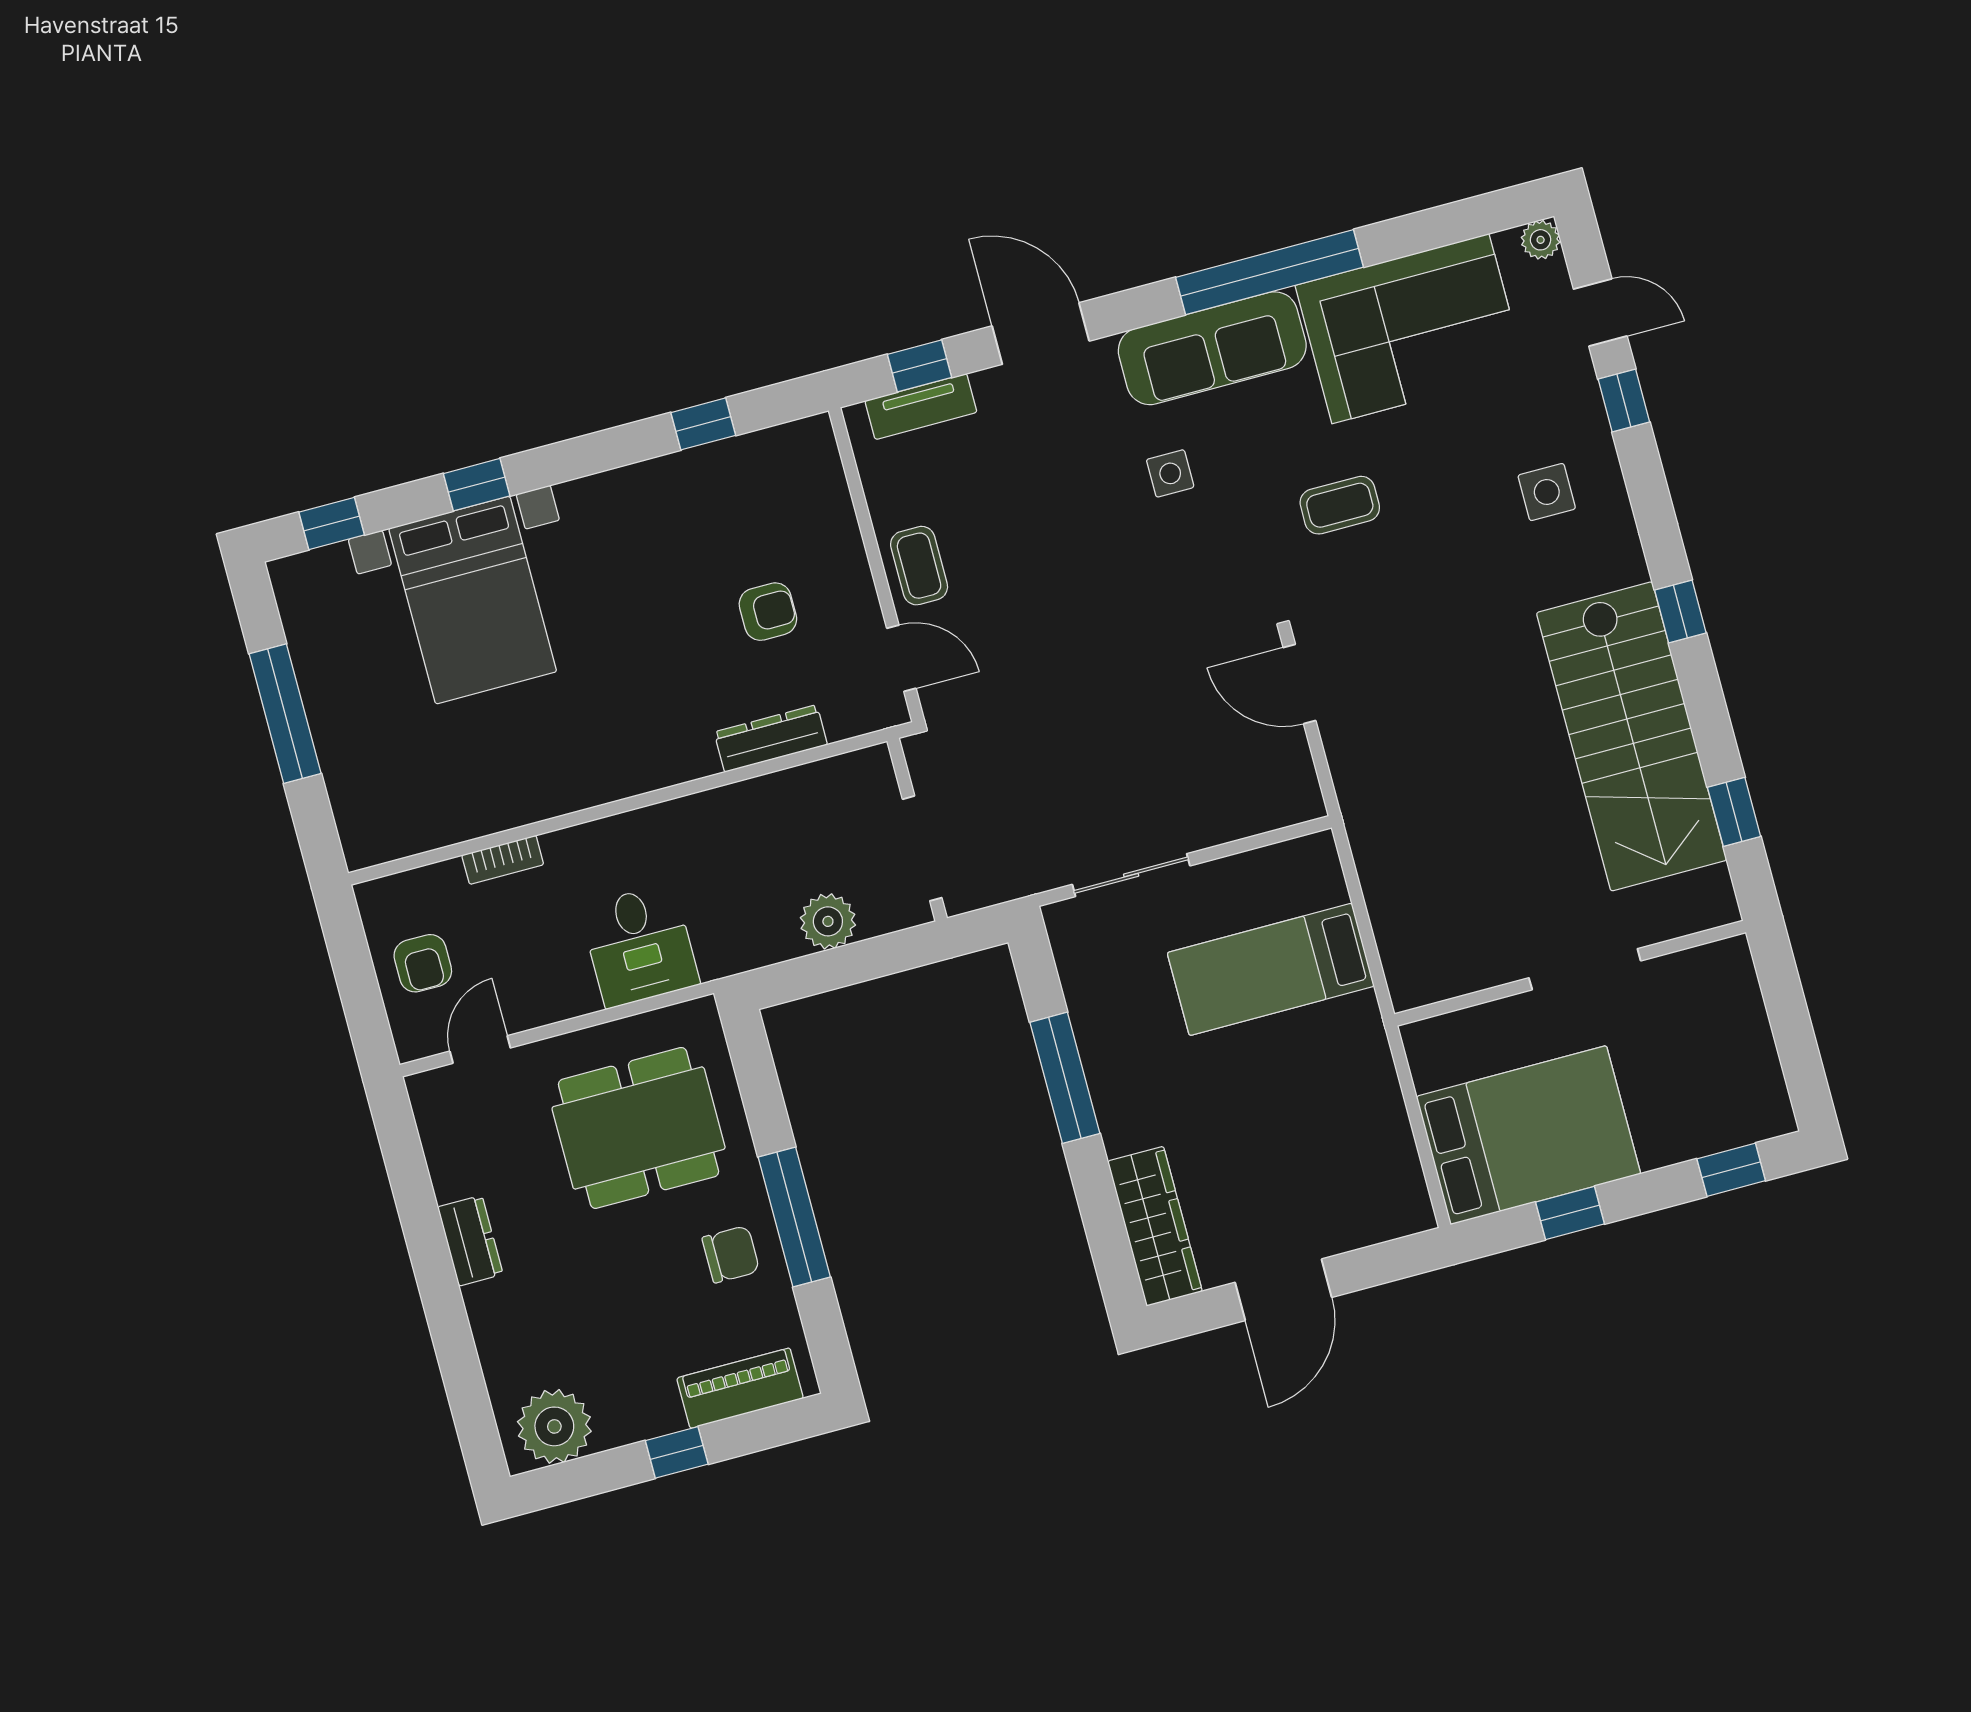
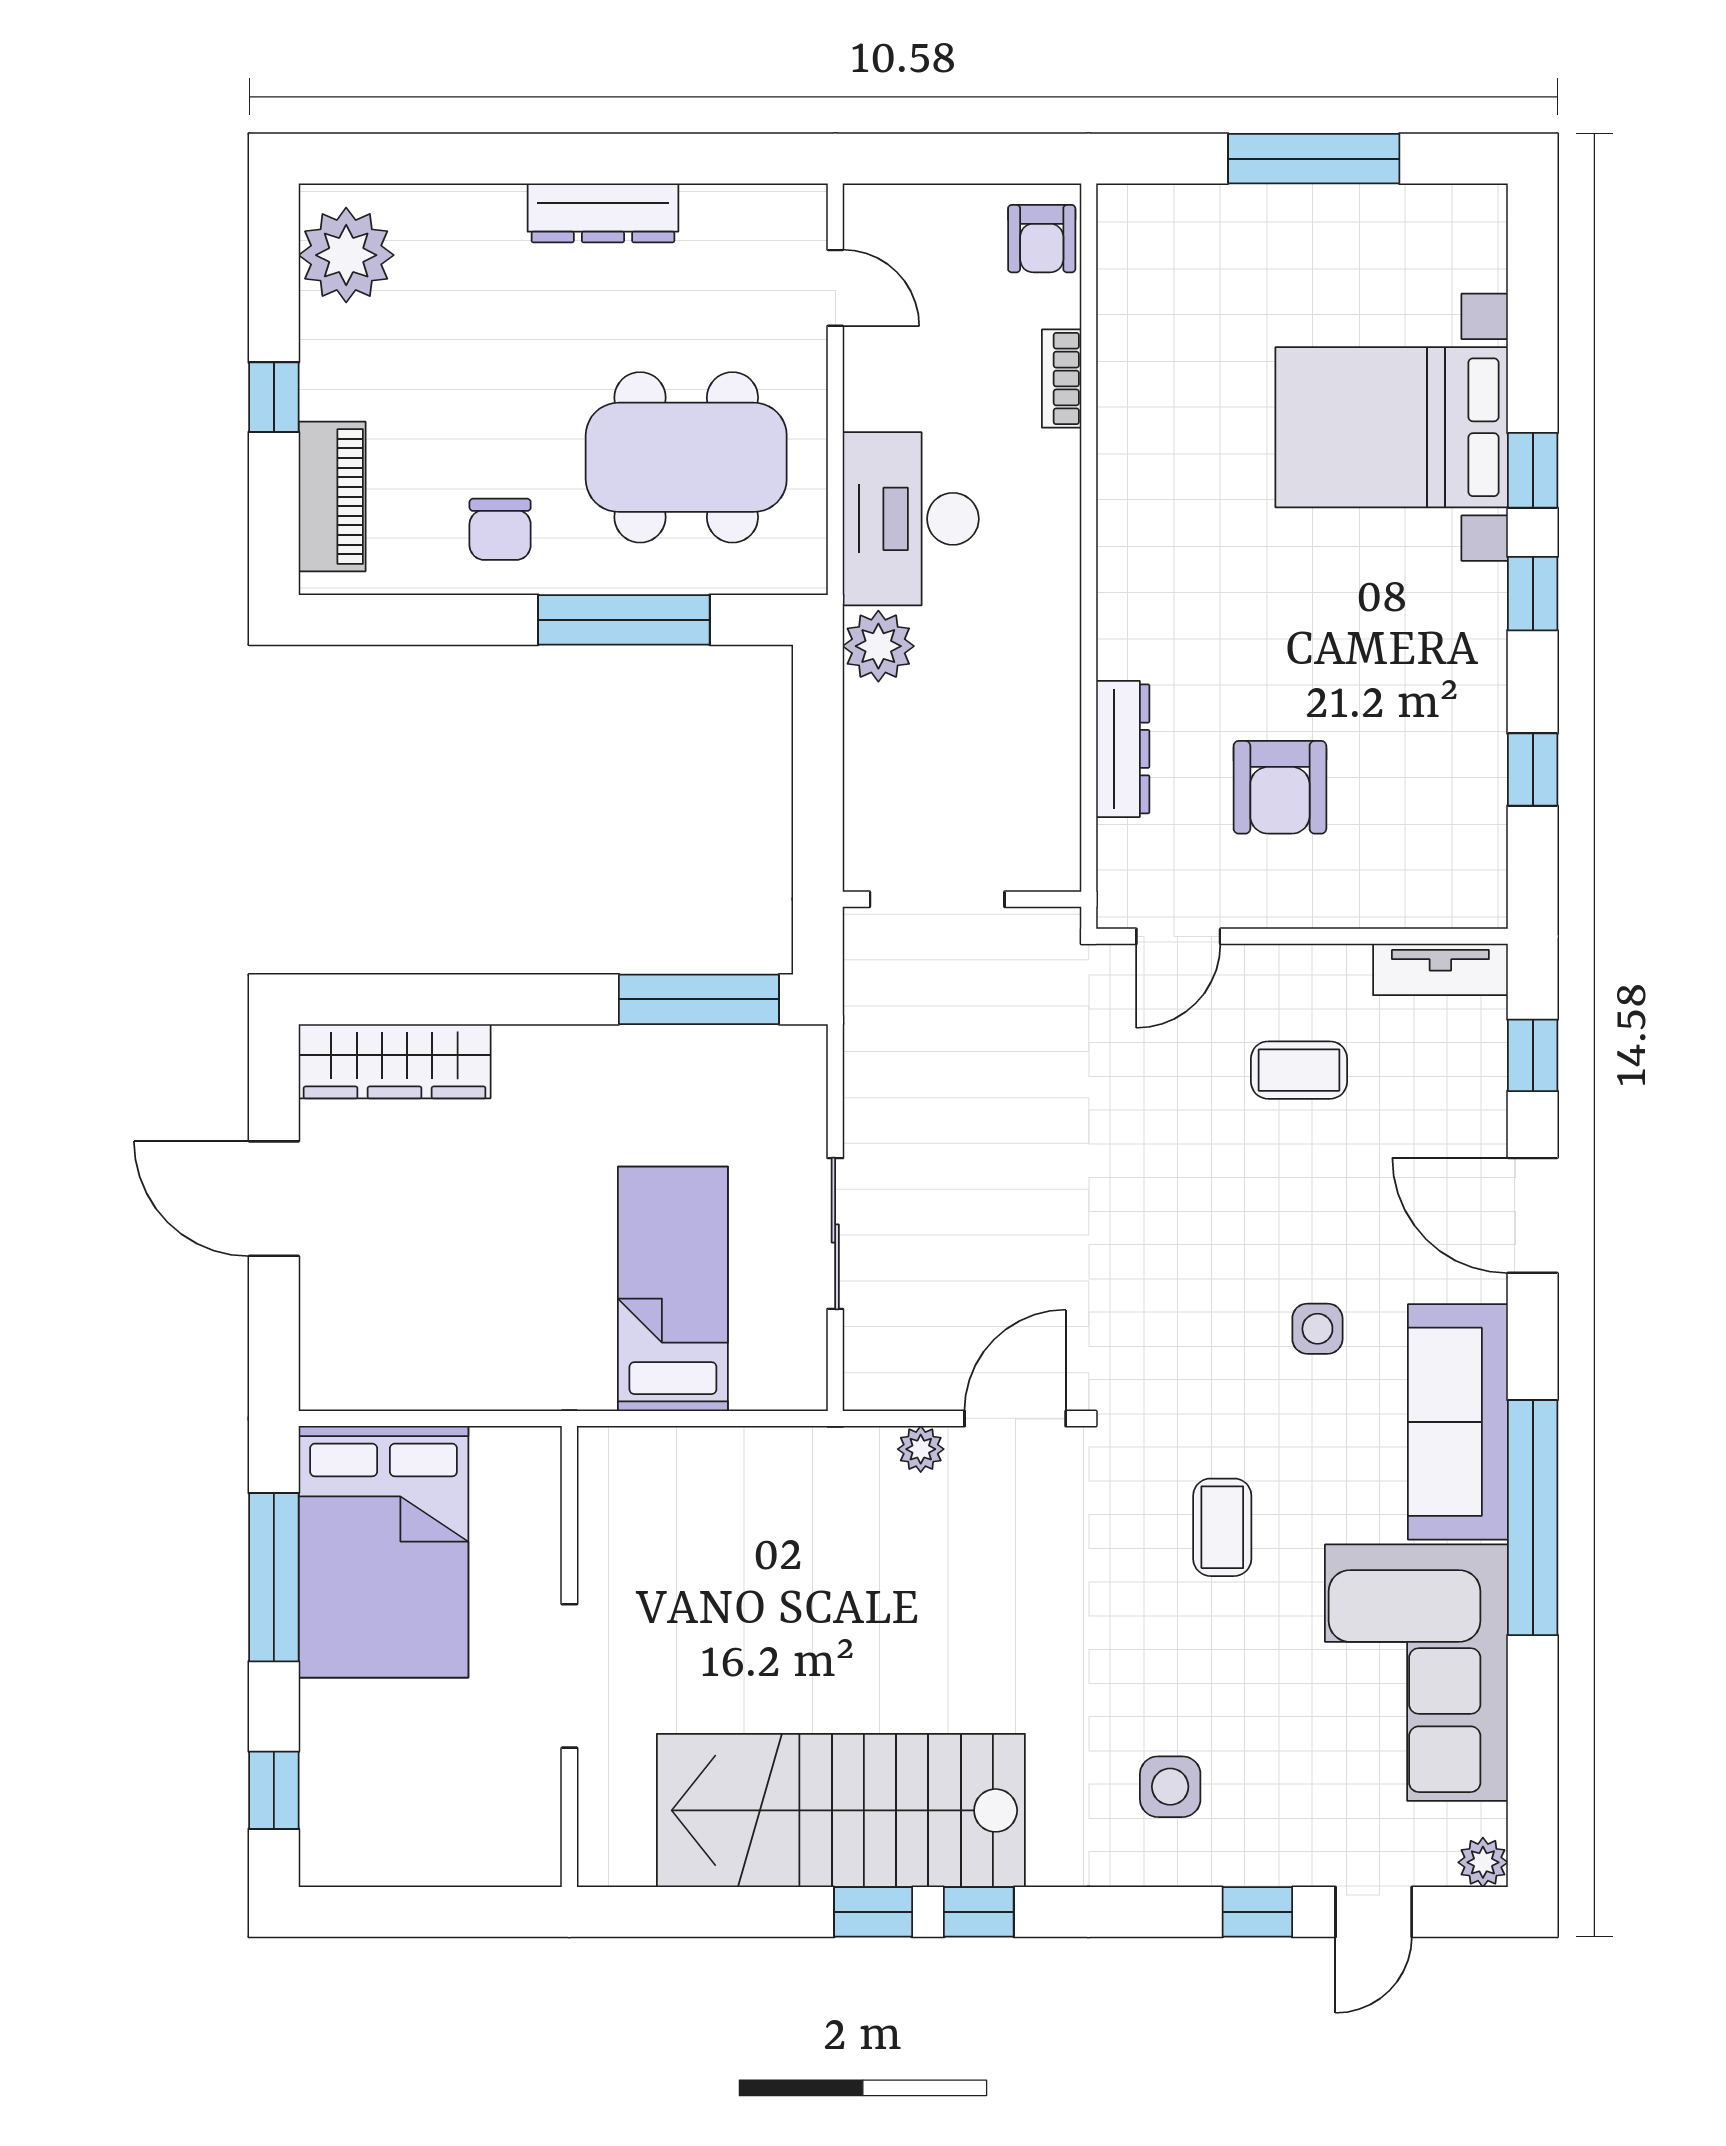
door: (1041, 334) -> (1533, 1215), swing flipped
tv unit: (921, 407) -> (1440, 969), moved, turned -90
window: (332, 523) -> (1533, 594), moved
coffee table: (919, 566) -> (1299, 1070), moved
armchair: (768, 612) -> (1280, 787), width x1.38, depth x1.38
plant: (1342, 749) -> (921, 1449), added
window: (1734, 812) -> (873, 1912), moved
sliding door: (1131, 875) -> (835, 1233), moved
plant: (828, 921) -> (878, 646), moved
desk: (640, 946) -> (911, 519), width x1.37
armchair: (423, 963) -> (1042, 239), moved, turned -90
window: (1065, 1078) -> (699, 999), moved
dining table: (639, 1128) -> (686, 457), turned 90
window: (1570, 1213) -> (274, 1577), width x2.17
window: (794, 1217) -> (624, 620), moved
dresser: (470, 1241) -> (603, 213), width x1.44

